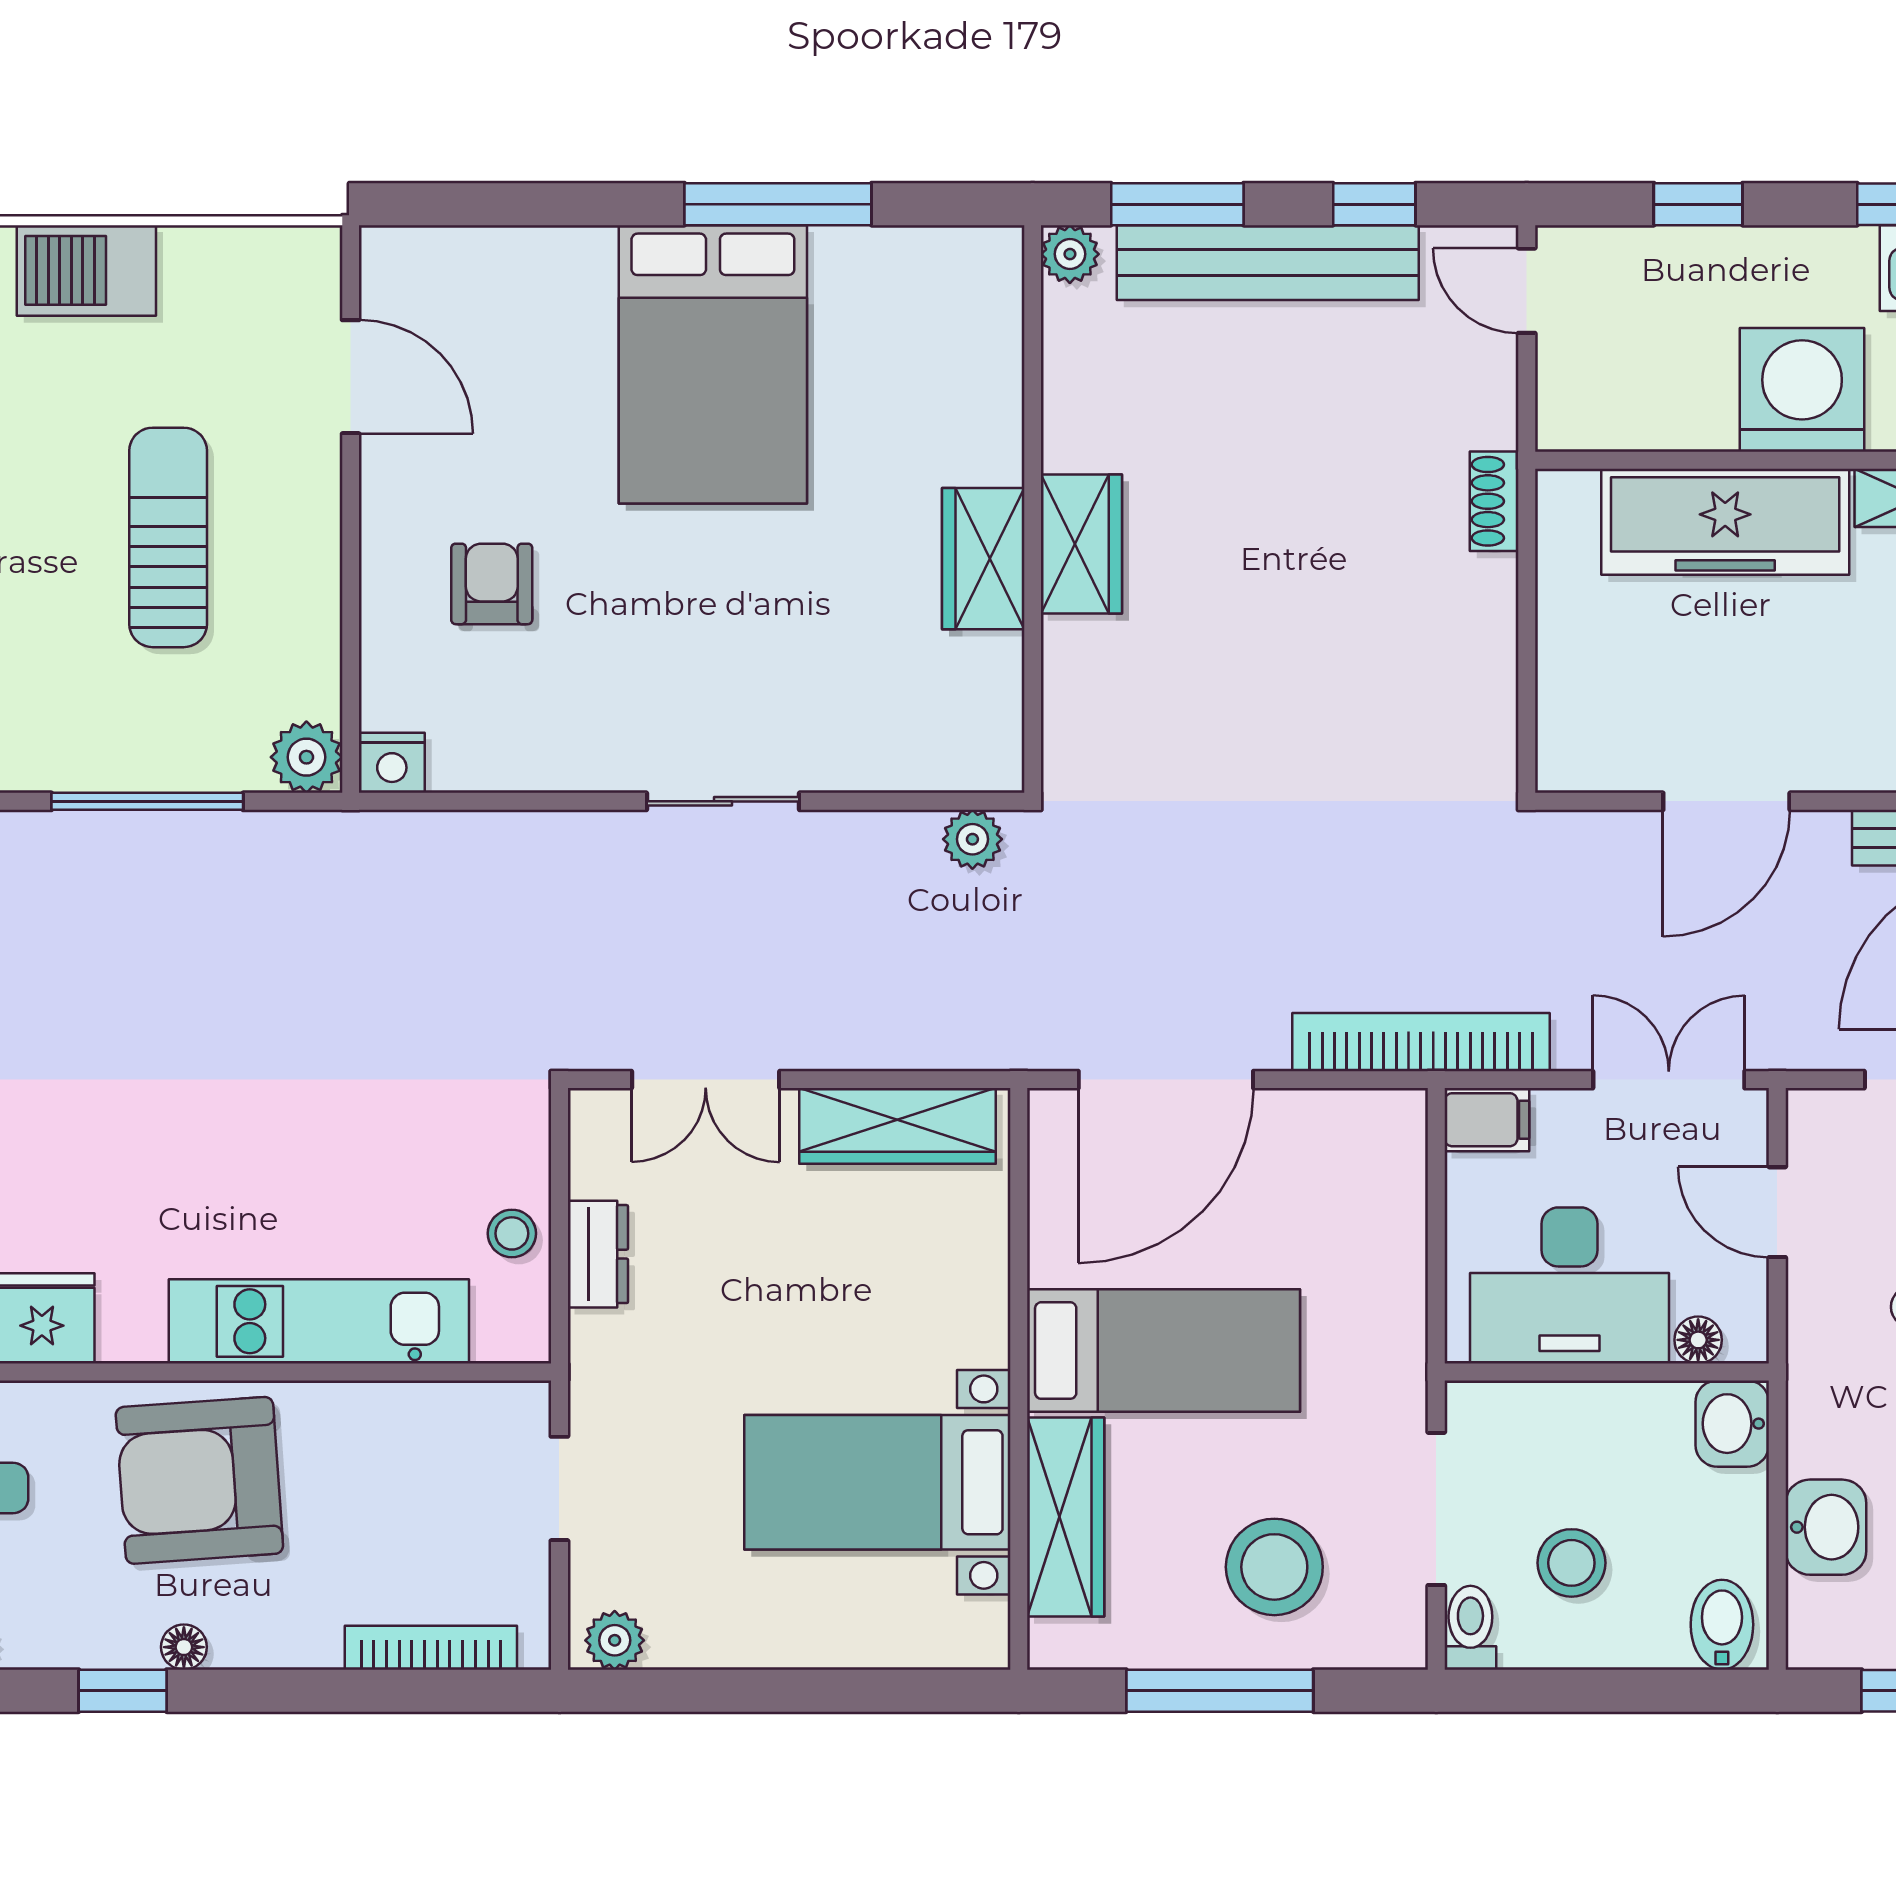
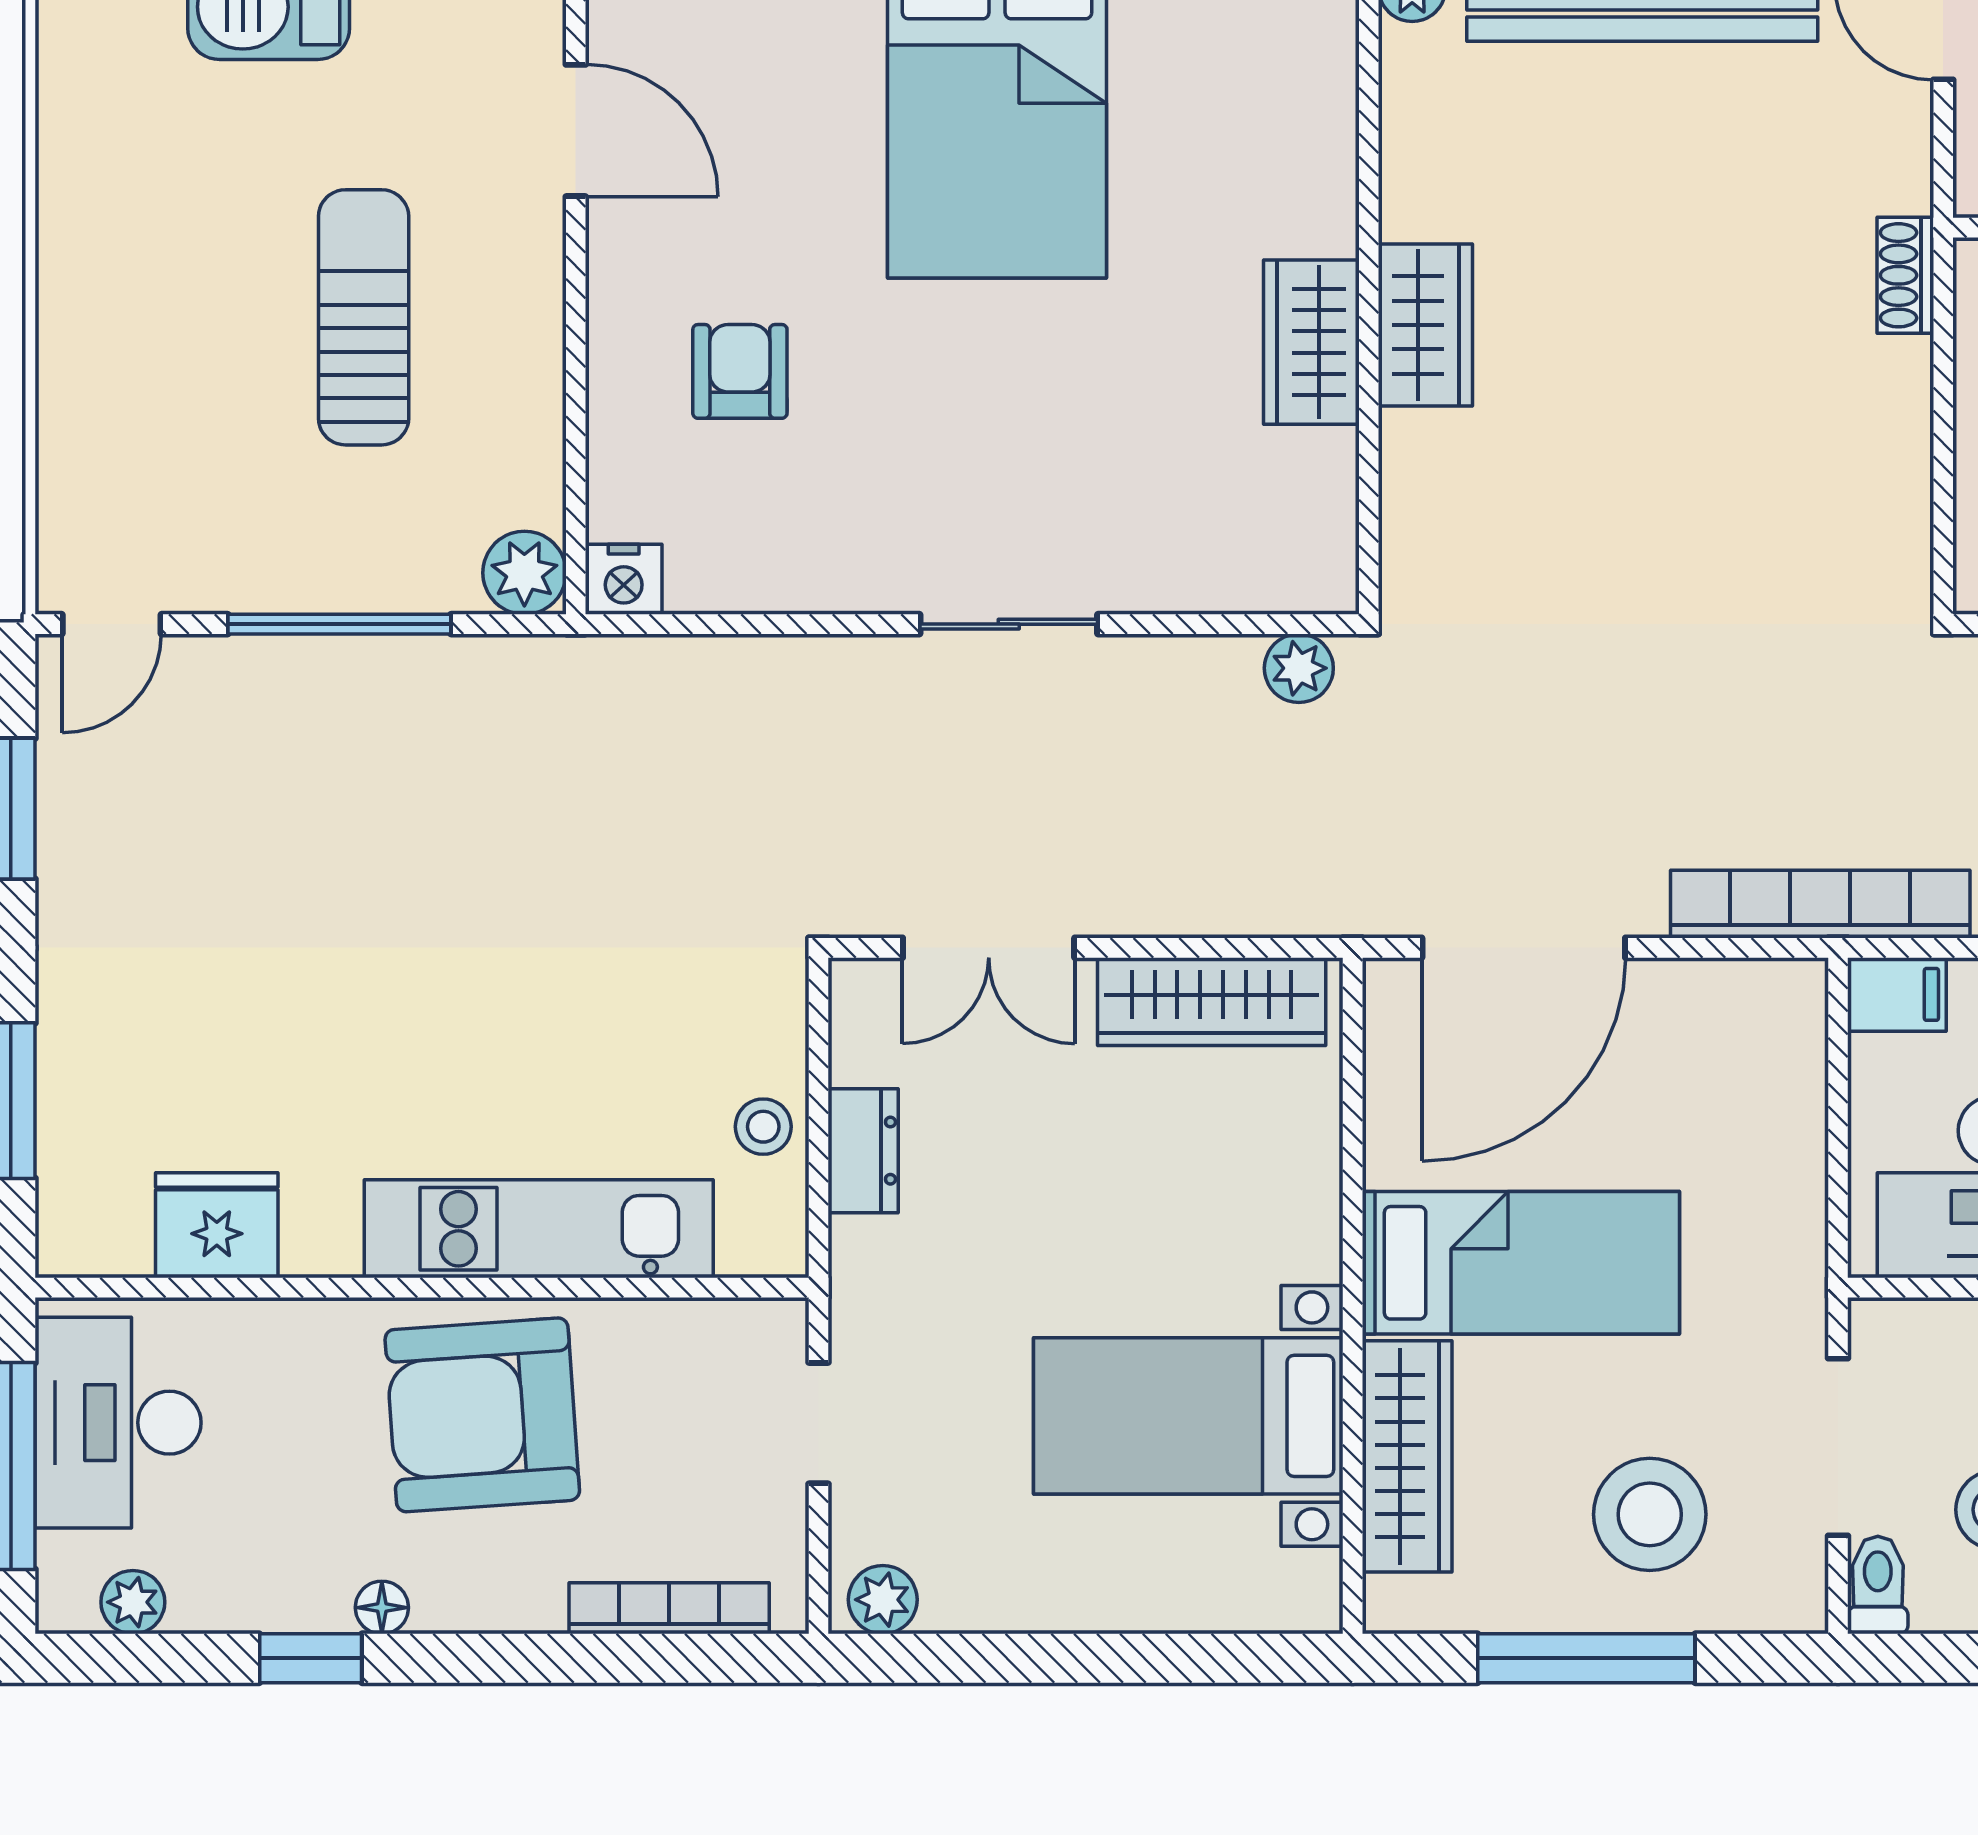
armchair: (199, 1480) -> (482, 1415), moved

